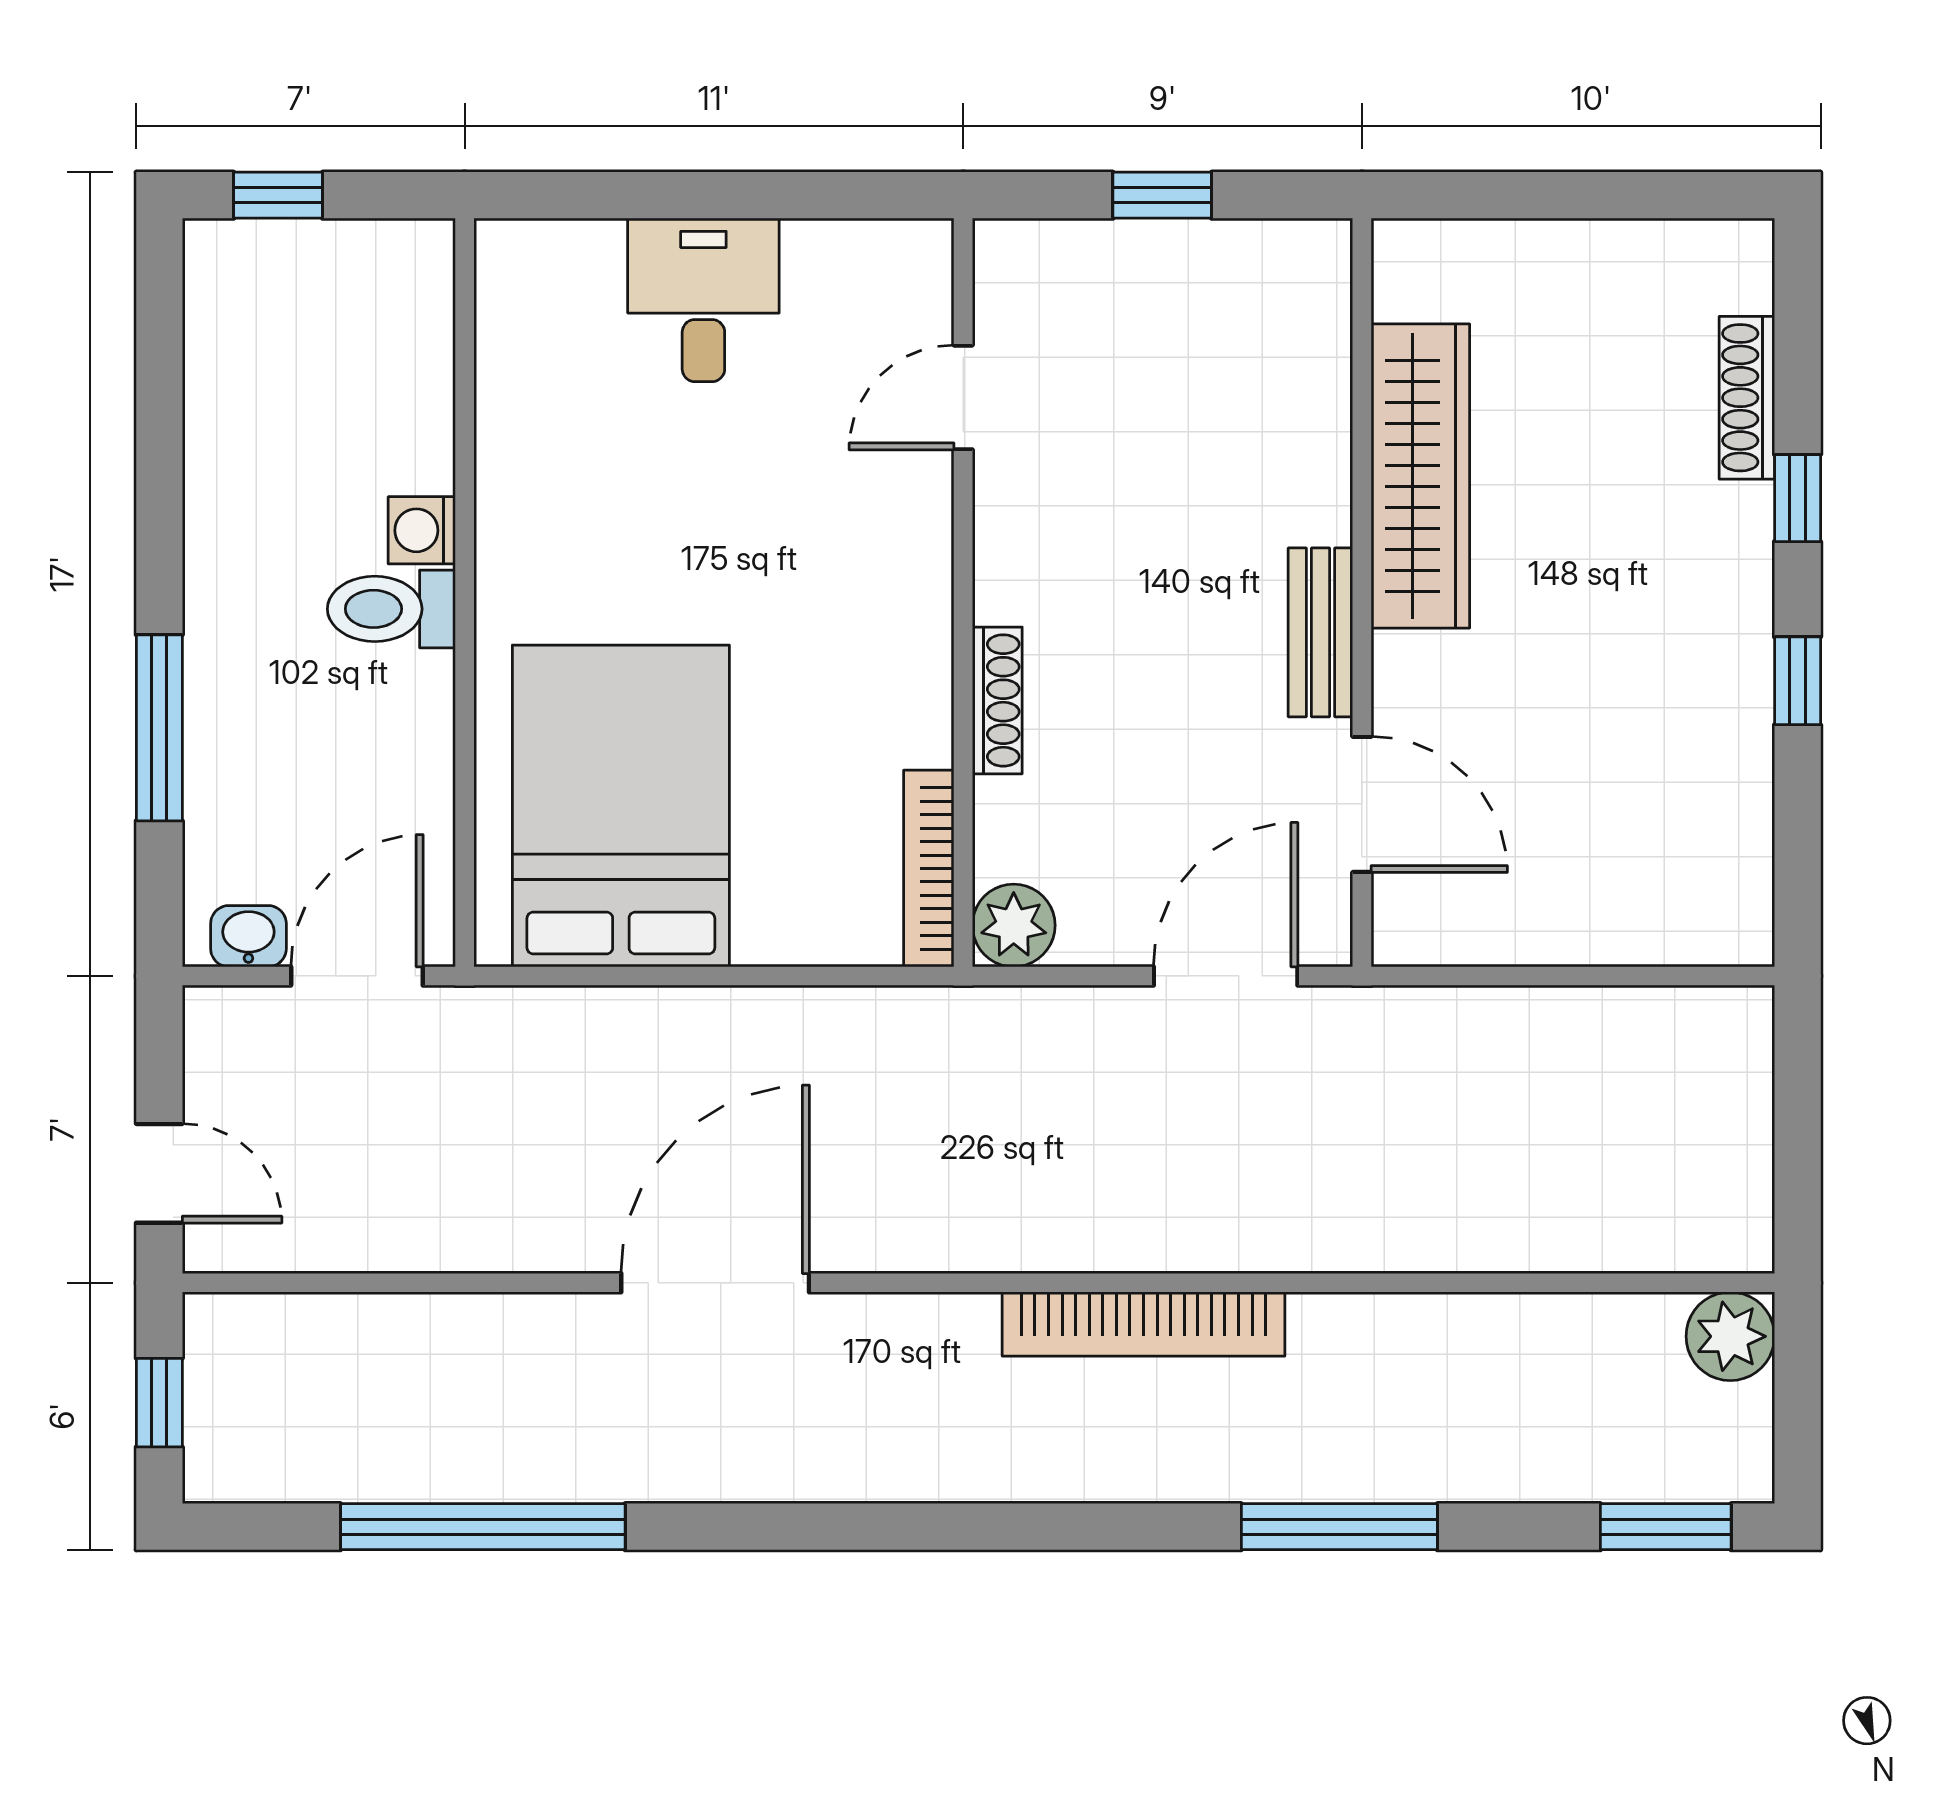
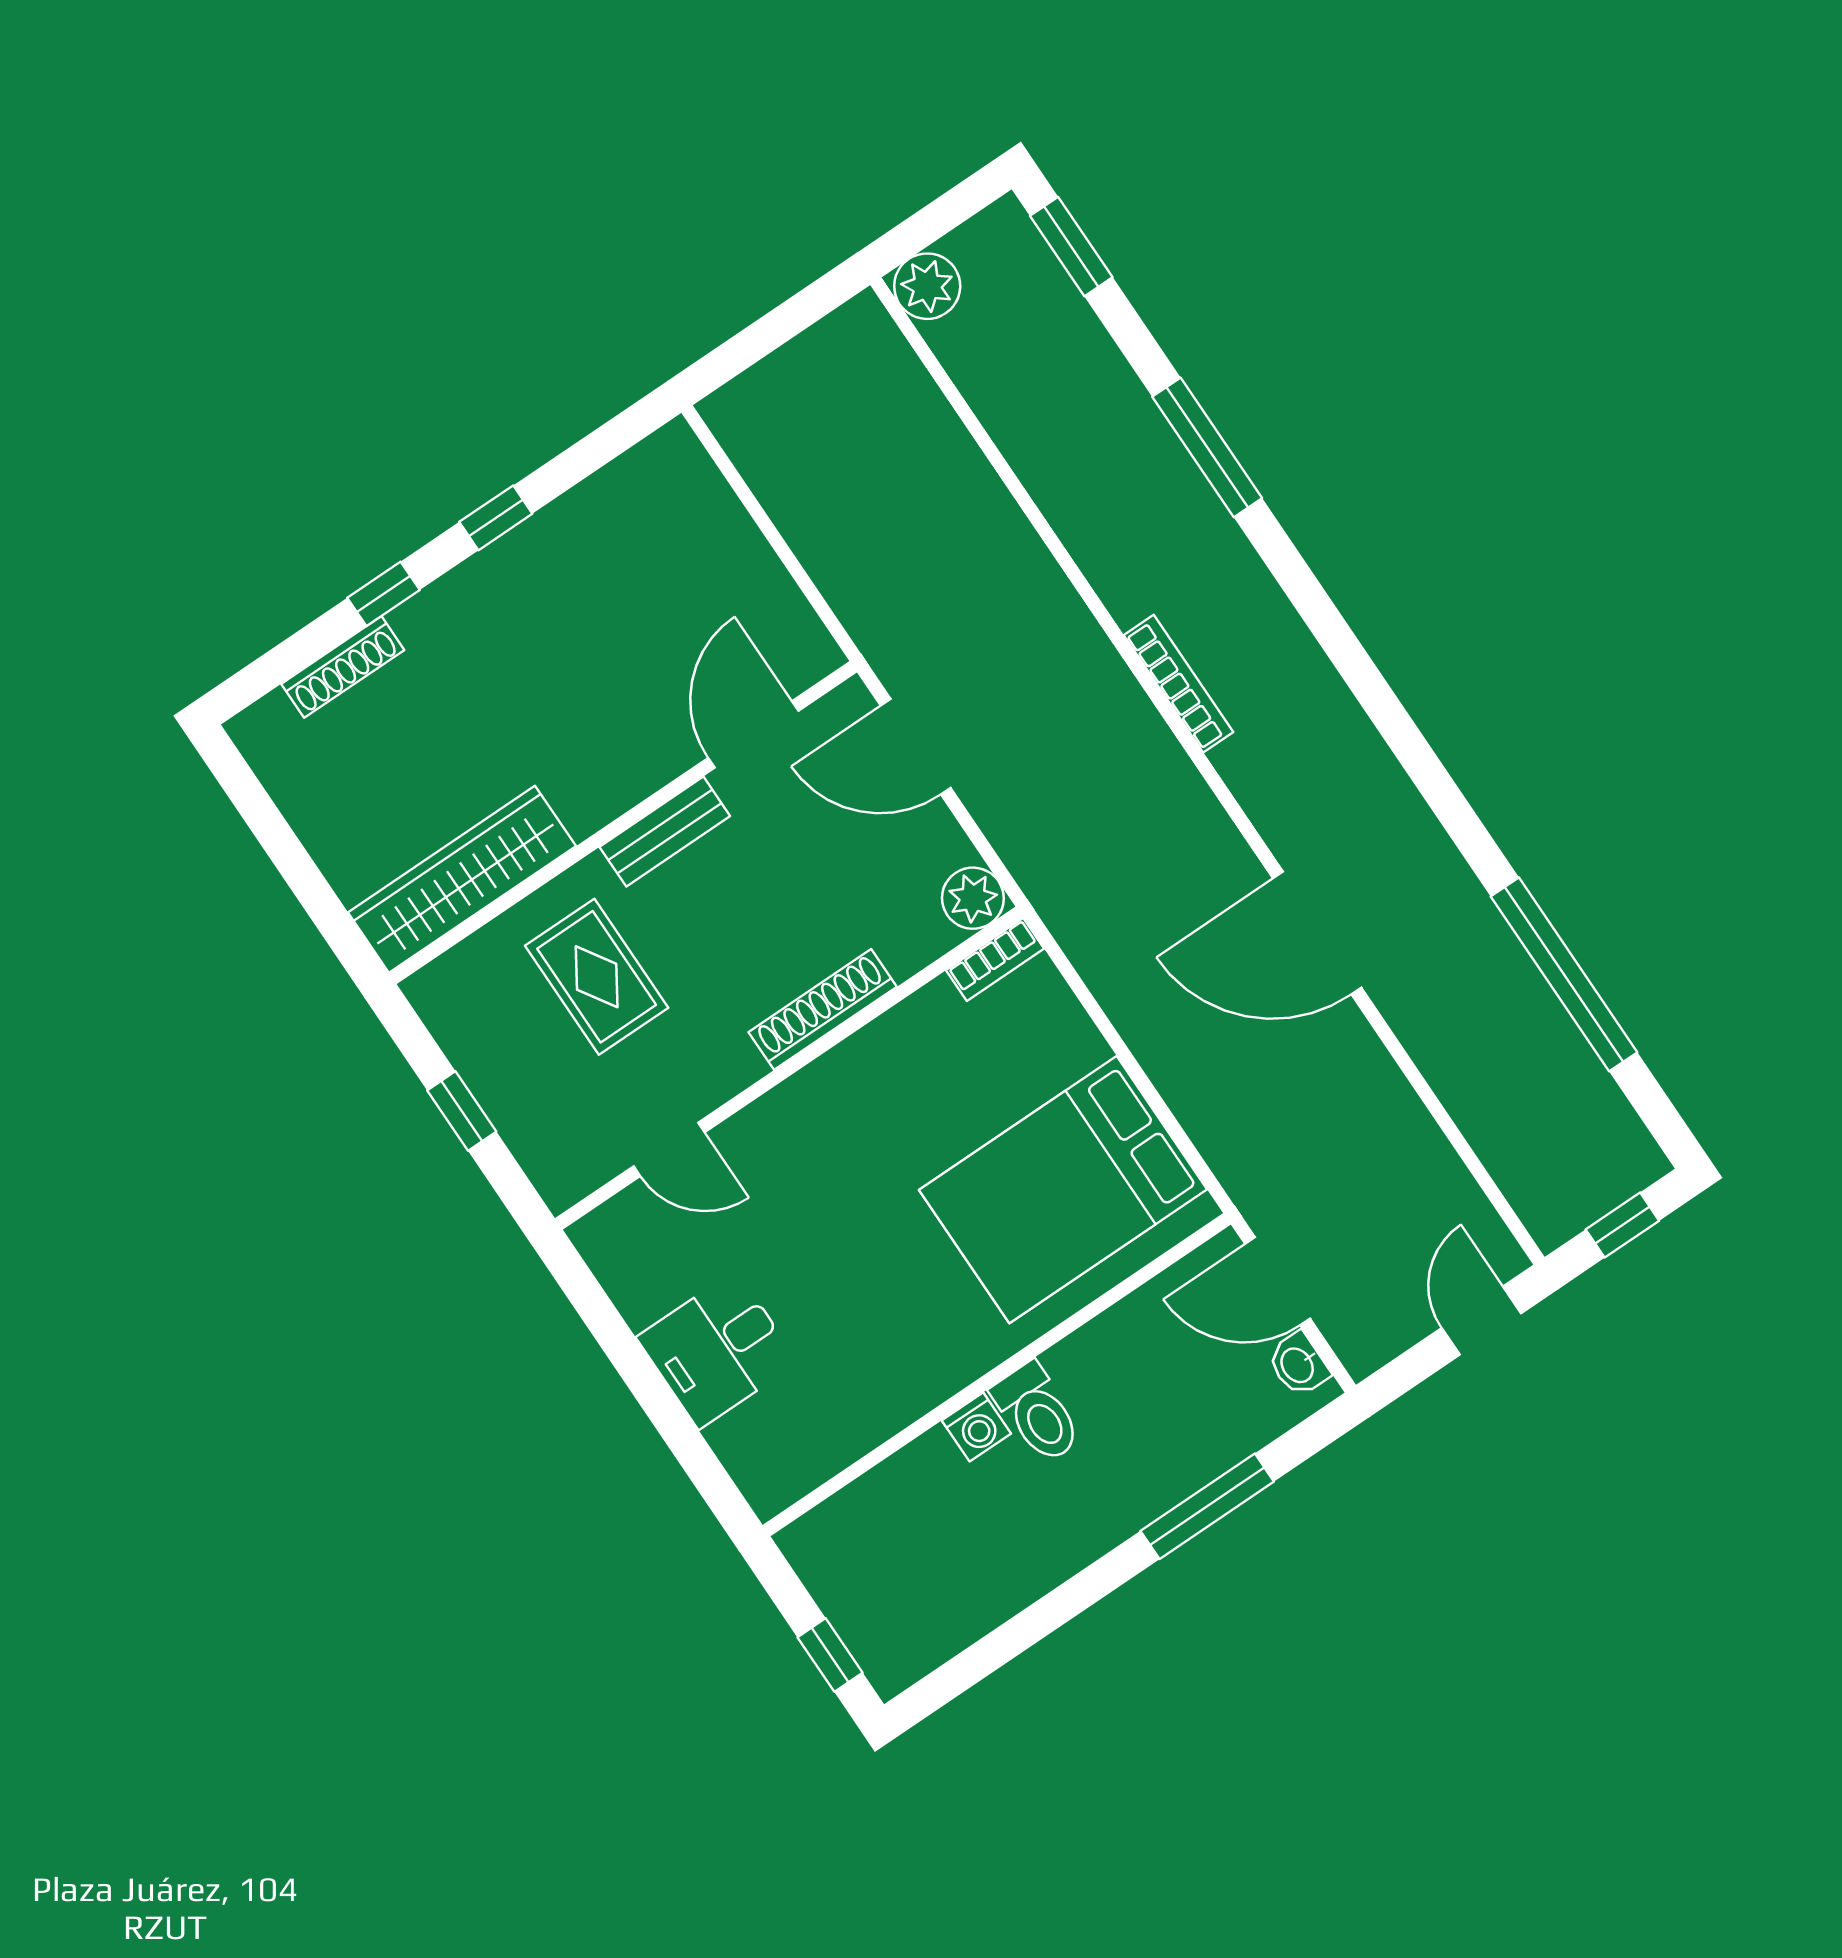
rug: (1210, 447) -> (597, 977), added
wardrobe: (1420, 476) -> (462, 879), moved
shoe rack: (997, 700) -> (823, 1009), width x1.36, depth x1.24
bookcase: (929, 869) -> (995, 959), width x0.64
bookcase: (1144, 1324) -> (1178, 684), width x0.68, depth x0.76

